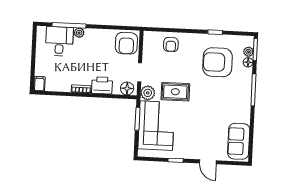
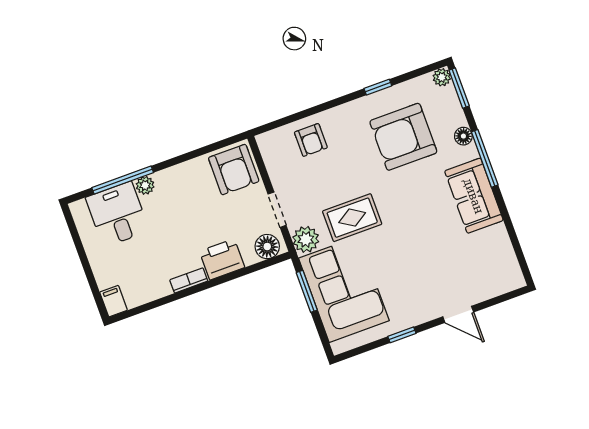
plant: (248, 52) -> (442, 77), moved
floor lamp: (248, 62) -> (463, 136), moved
sofa: (239, 141) -> (474, 196), moved

